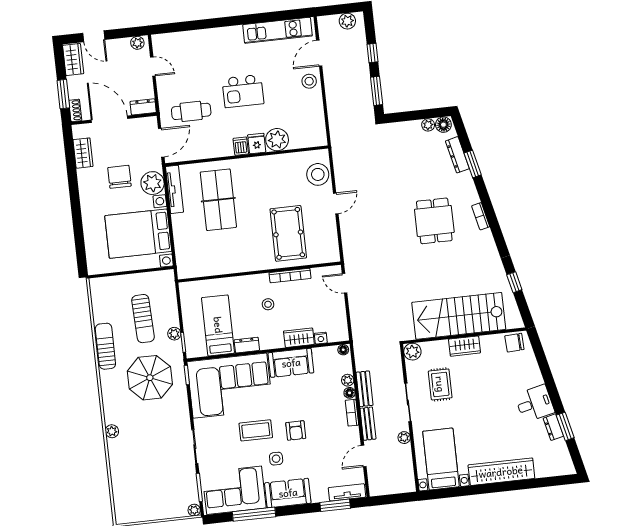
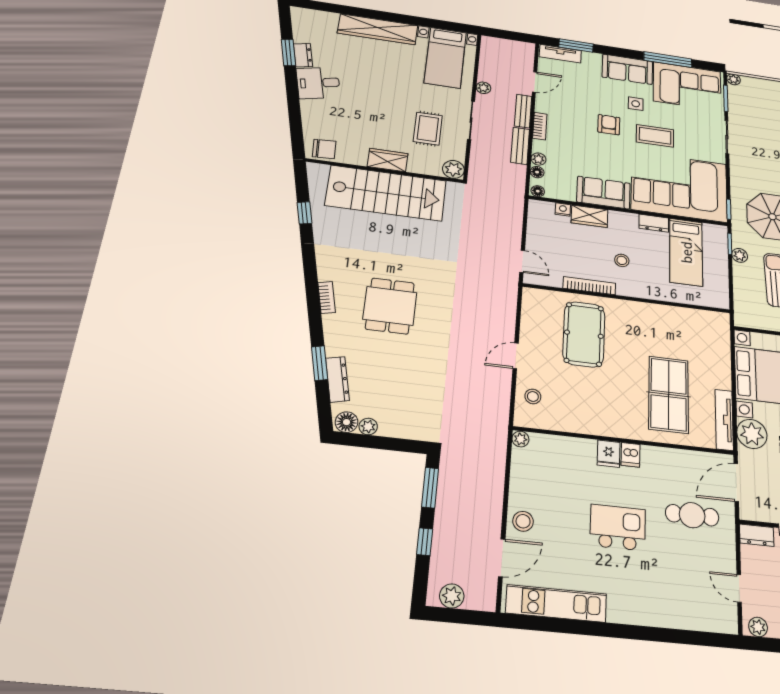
plant: (277, 140) -> (520, 439), moved, width x0.53, depth x0.53
stool: (318, 174) -> (533, 396), width x0.53, depth x0.53
floor lamp: (350, 393) -> (537, 172), moved

